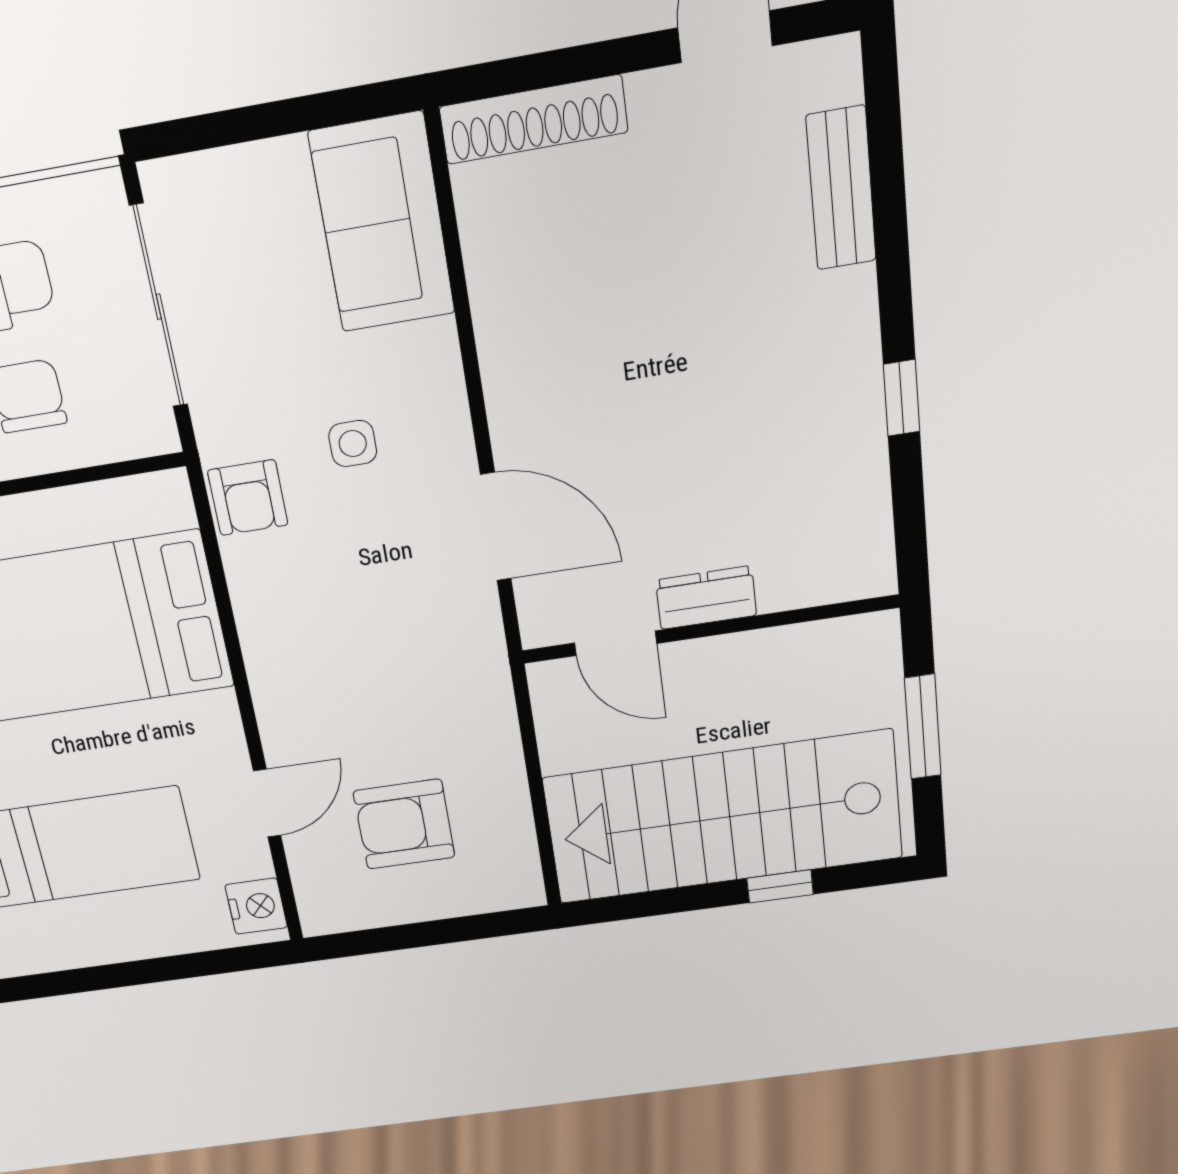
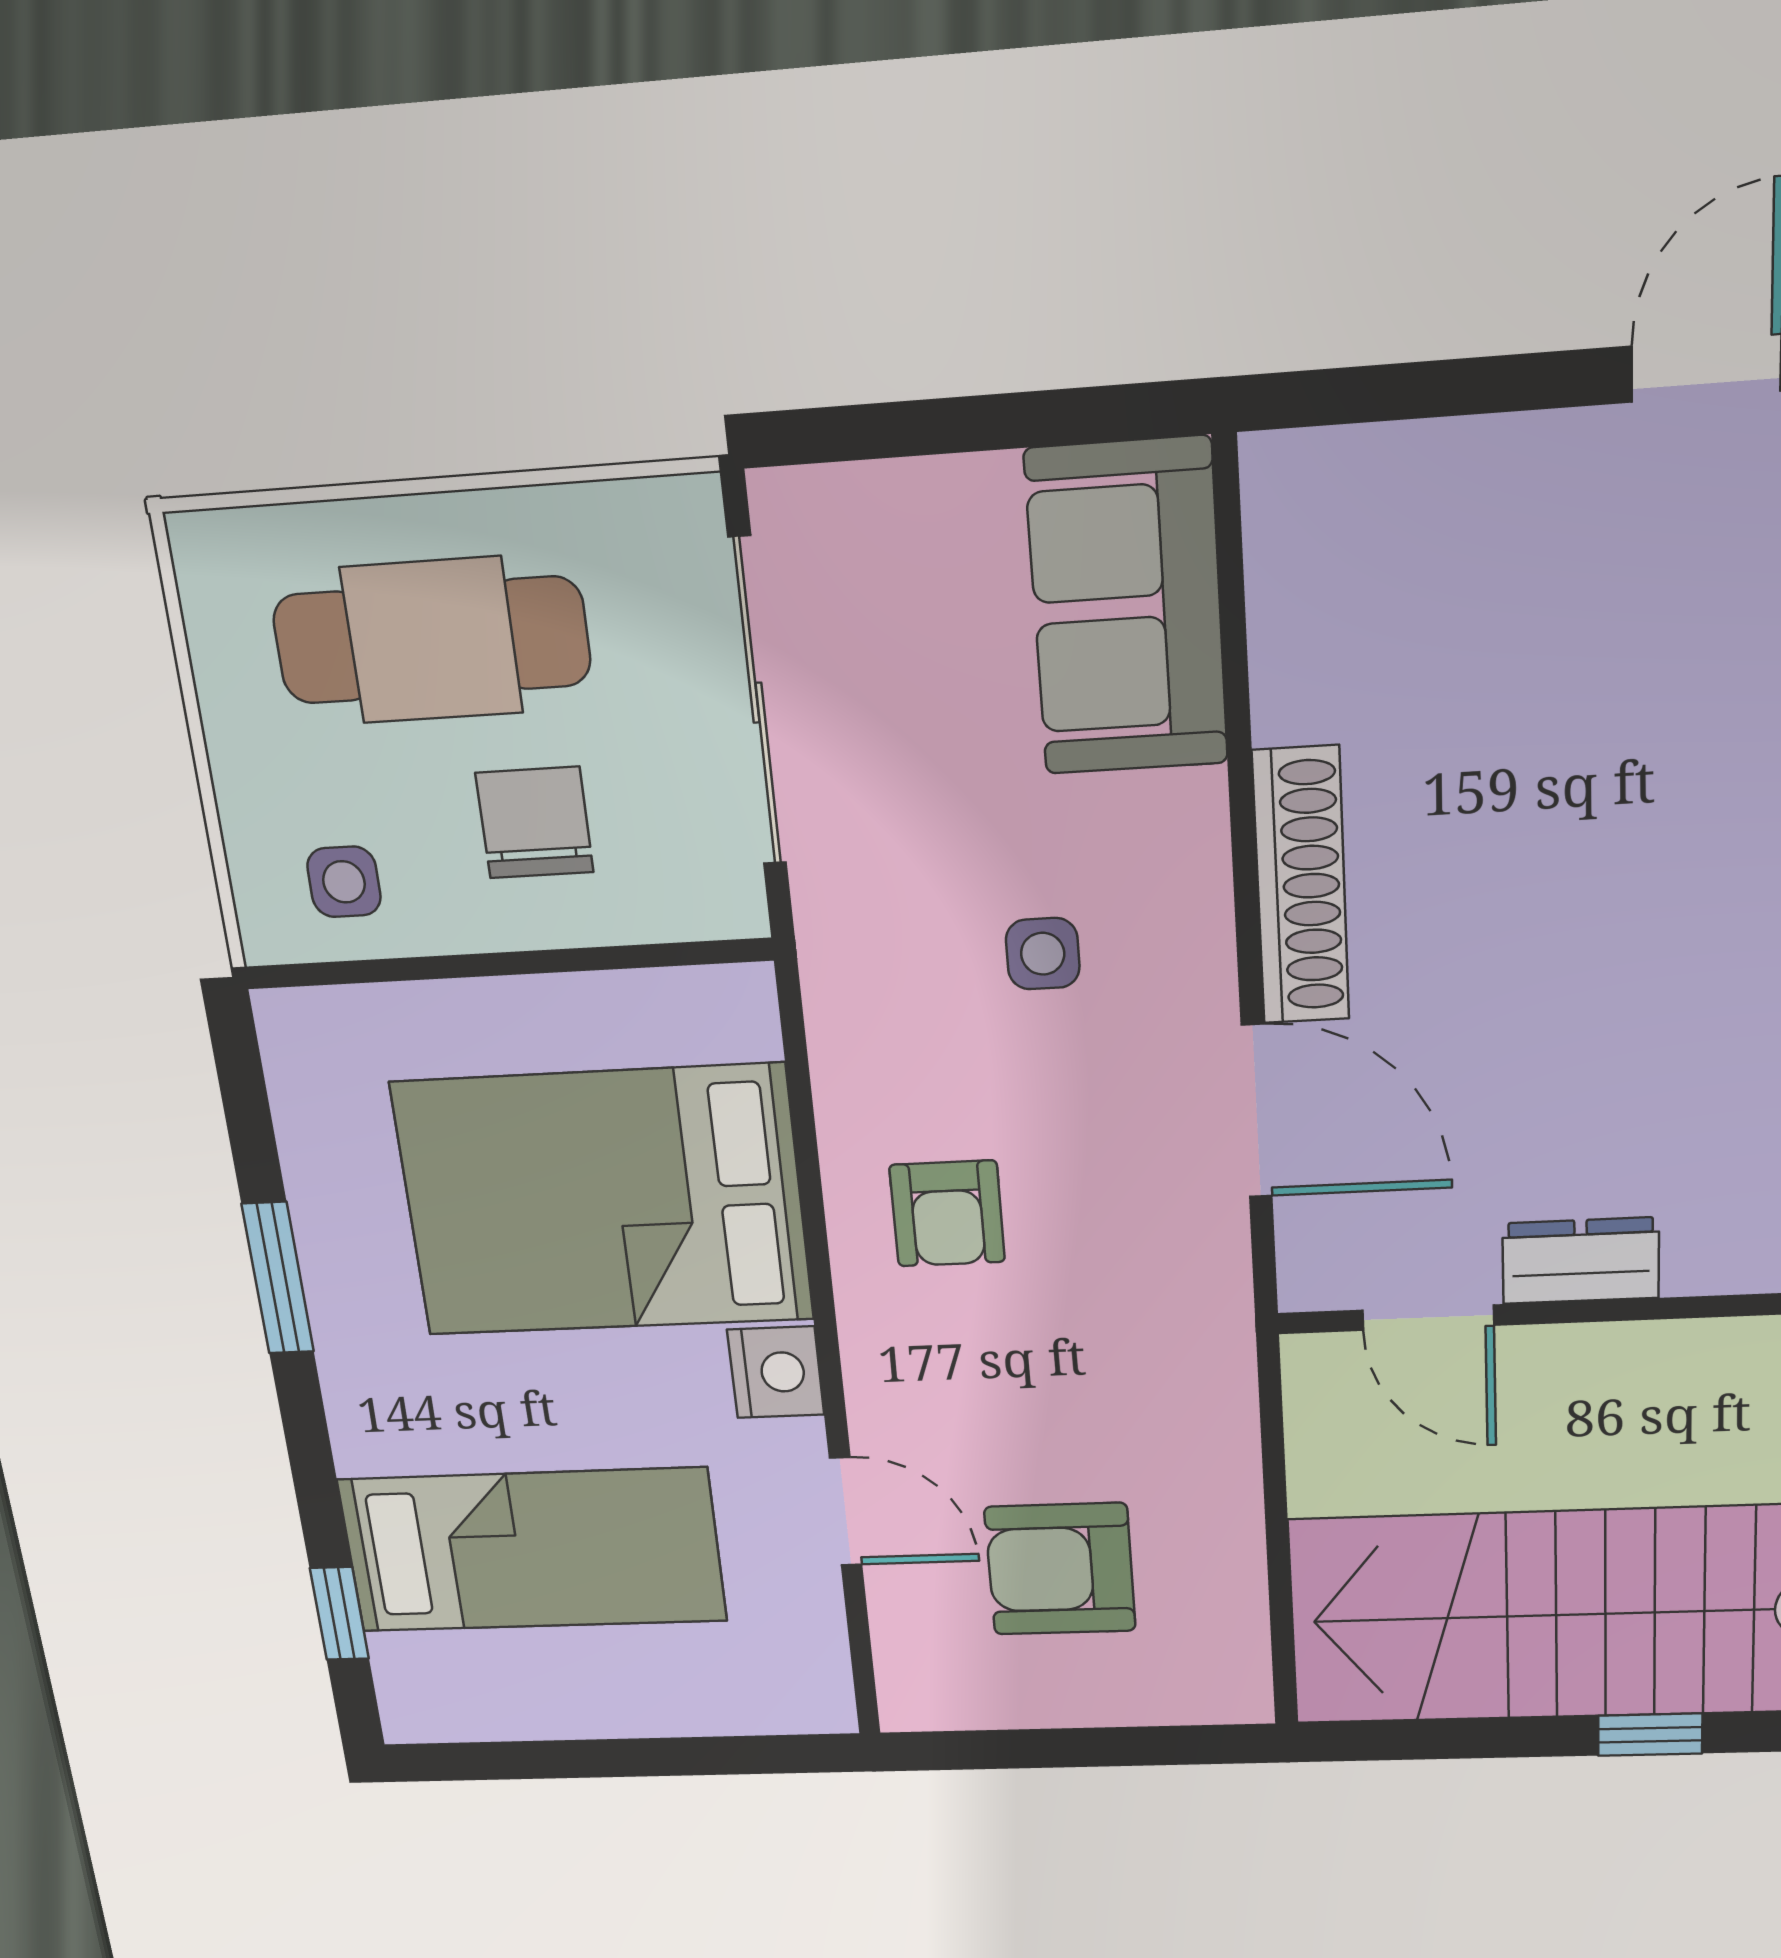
shoe rack: (534, 120) -> (1301, 886), moved, turned -90
armchair: (248, 498) -> (947, 1214), moved
door: (267, 803) -> (846, 1511), hinge flipped
nightstand: (256, 906) -> (776, 1372), moved

